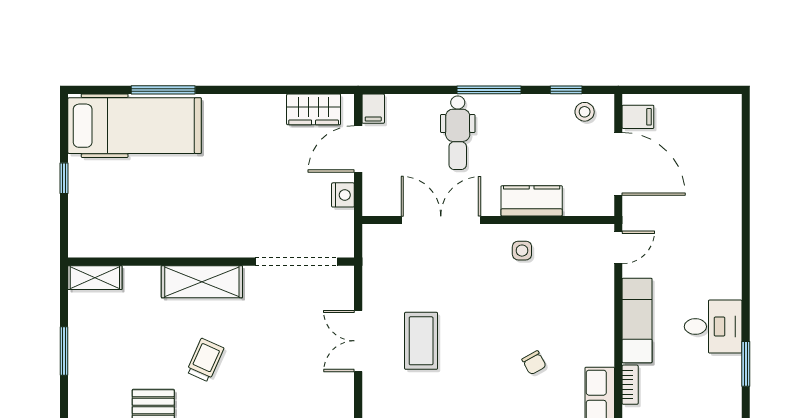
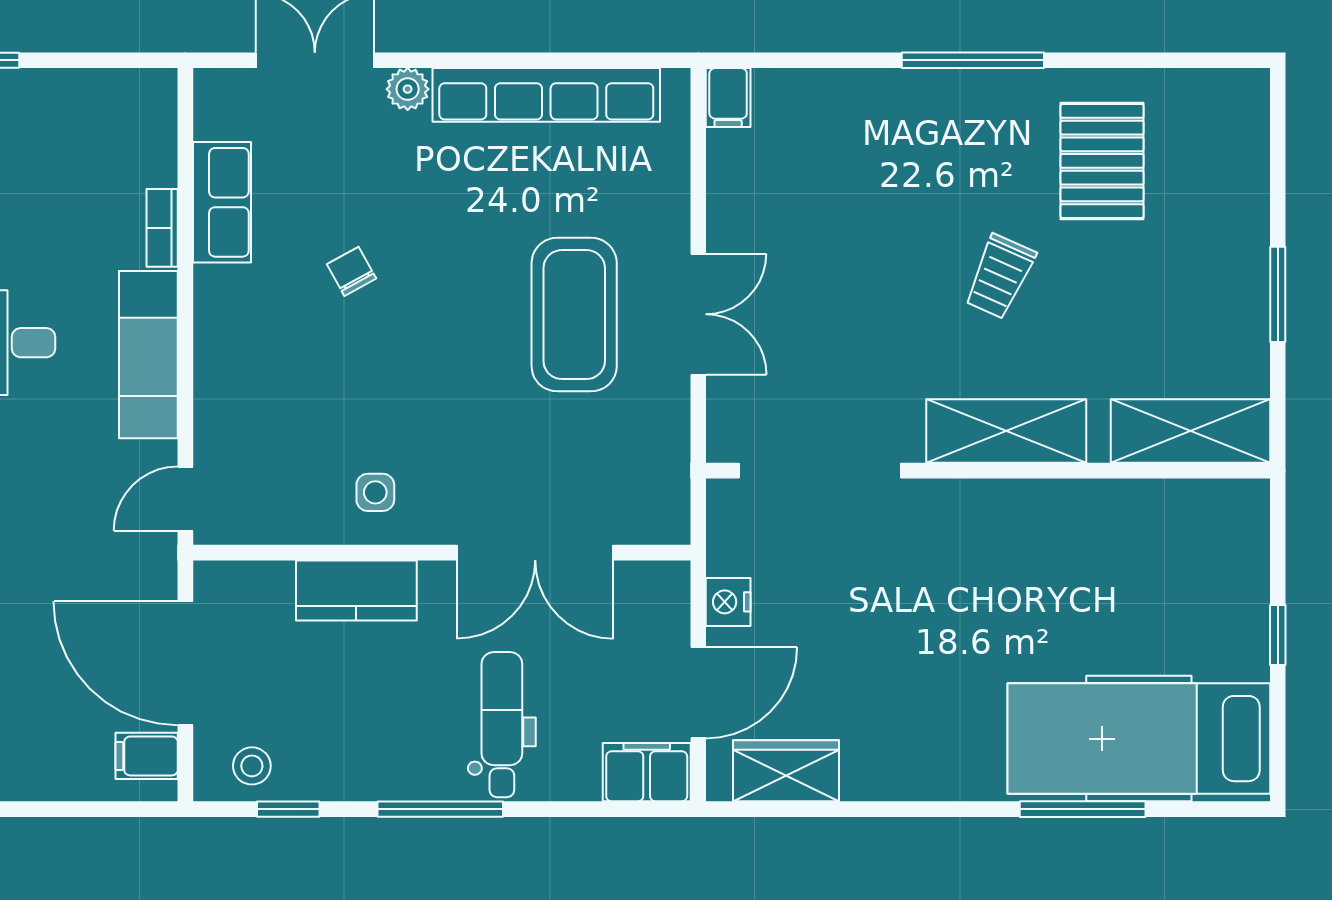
filing cabinet: (373, 109) -> (647, 772), width x2.00
shelving: (95, 278) -> (1191, 431), width x1.50, depth x1.33
coffee table: (421, 341) -> (574, 315), width x1.36, depth x1.32

